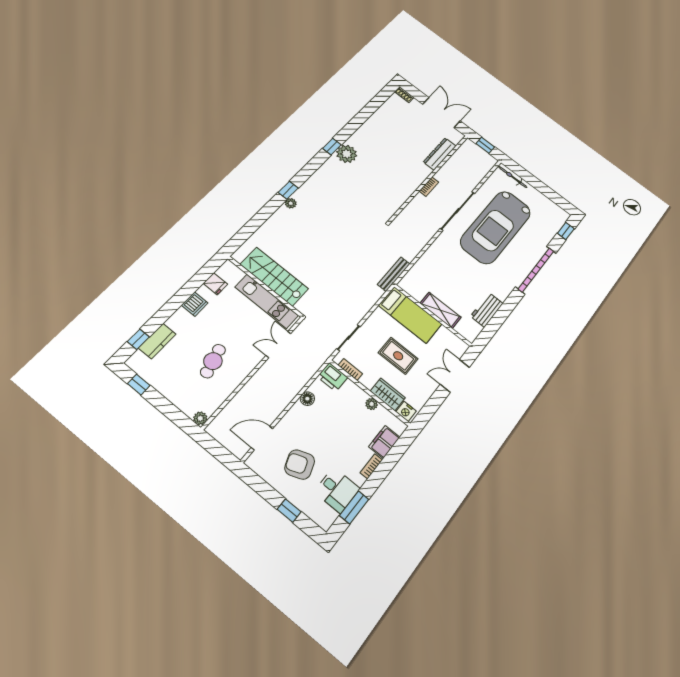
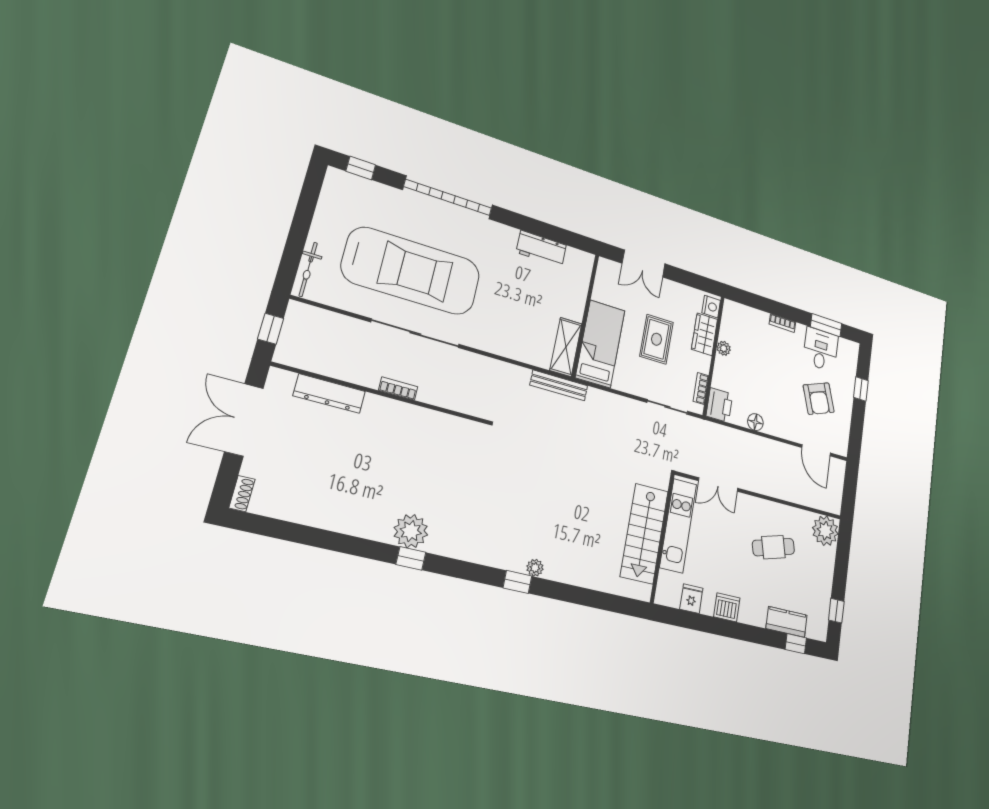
shelving: (441, 310) -> (566, 347), moved
plant: (200, 418) -> (825, 531), width x1.88, depth x1.88
filing cabinet: (384, 442) -> (753, 318), removed

